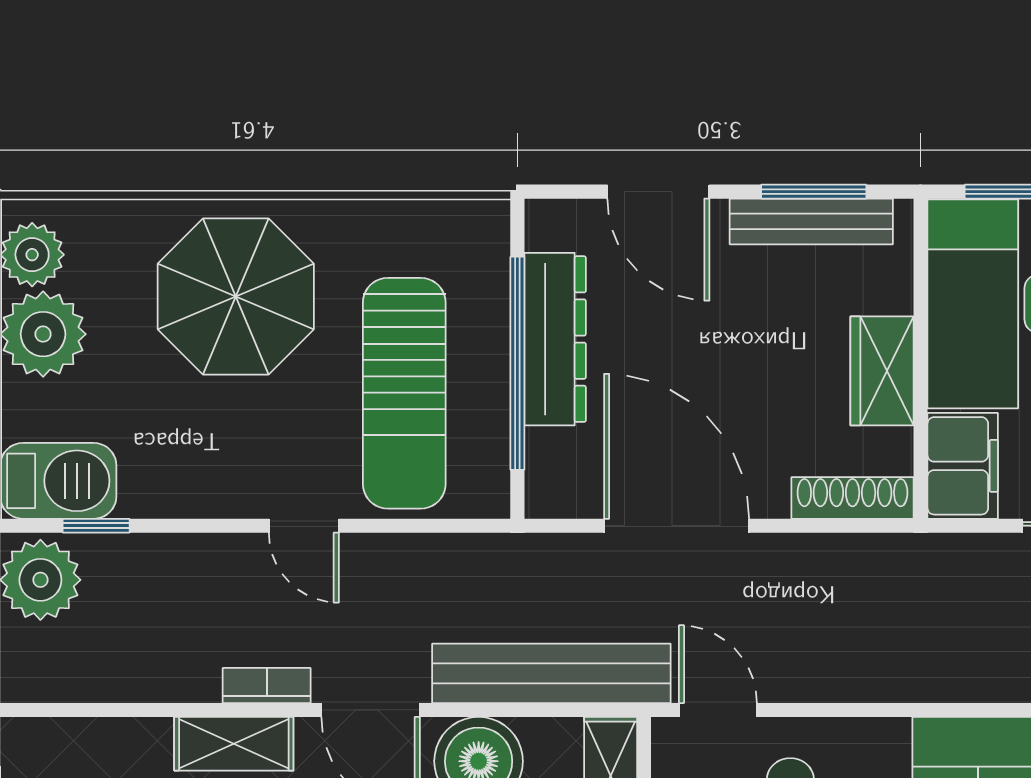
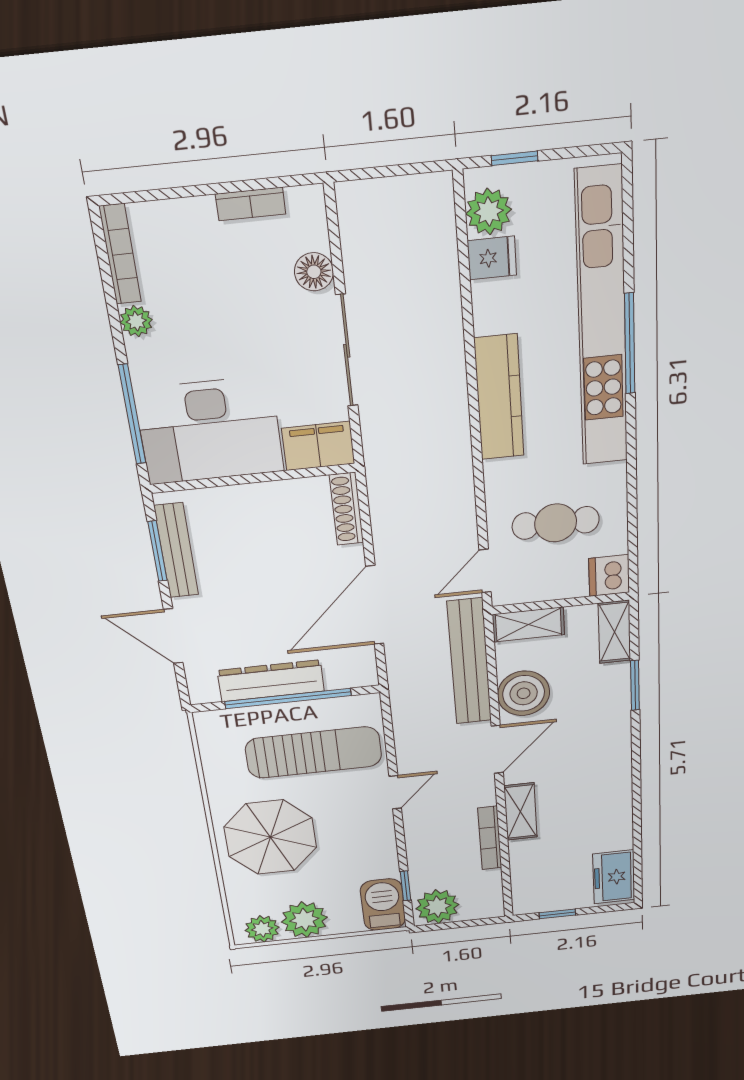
door: (658, 192) -> (173, 636), swing flipped
wardrobe: (882, 371) -> (264, 500), removed
bookcase: (267, 685) -> (490, 838), moved, width x1.56

